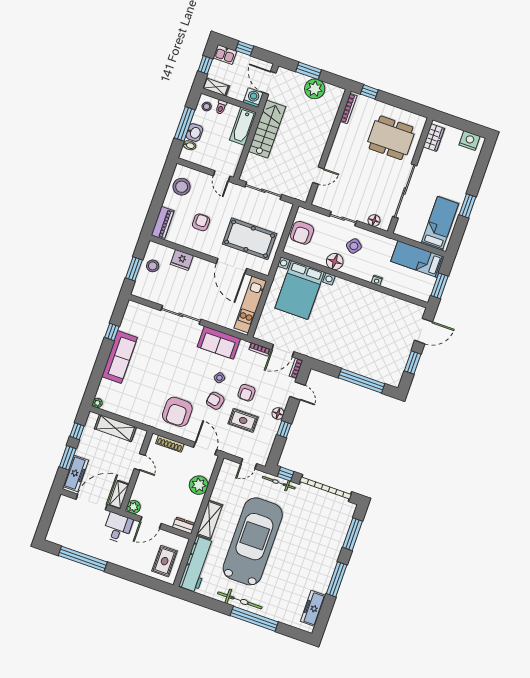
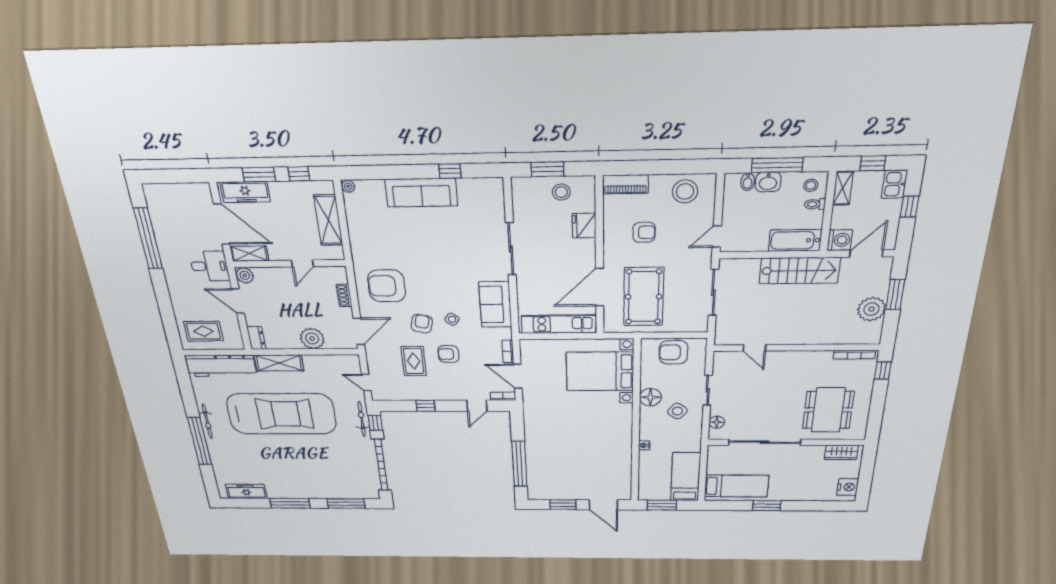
floor lamp: (278, 413) -> (440, 394), removed
shoe rack: (170, 444) -> (344, 295), width x0.70
bicycle: (240, 600) -> (207, 421), width x0.73, depth x0.71

